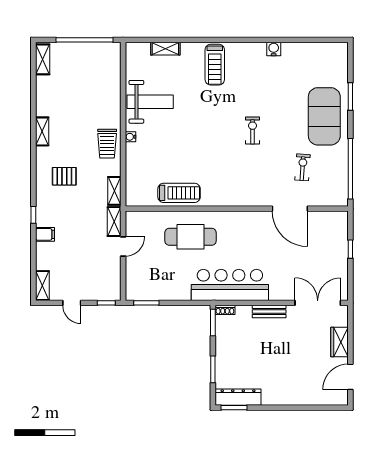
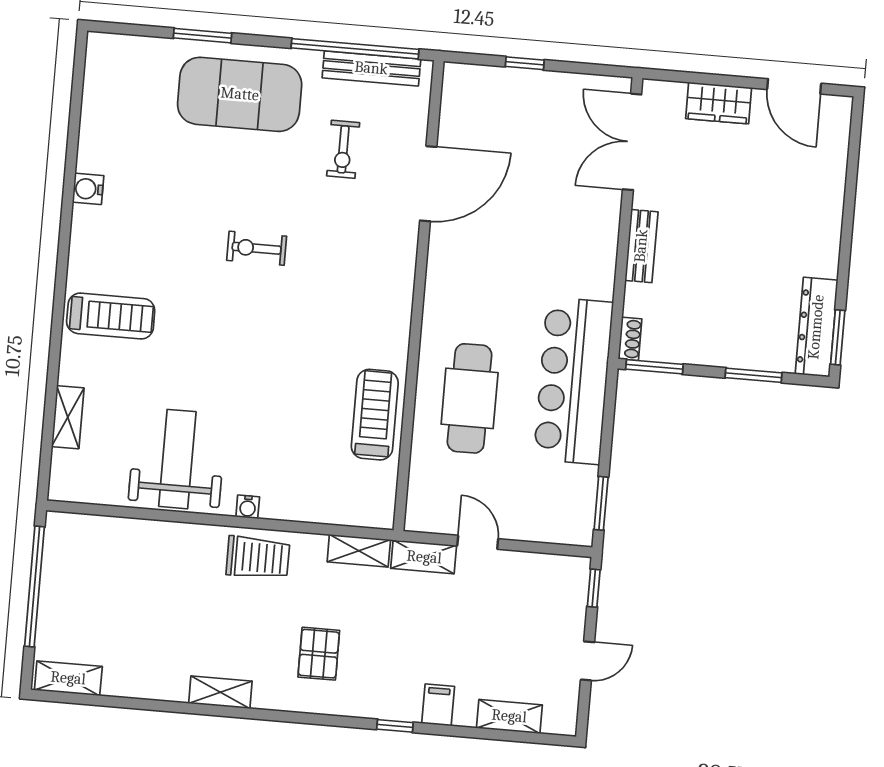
exercise bike: (303, 167) -> (343, 149), turned -94
bench: (342, 177) -> (371, 68), added
bar counter: (230, 285) -> (573, 381), moved
shelving: (42, 286) -> (509, 716), moved

